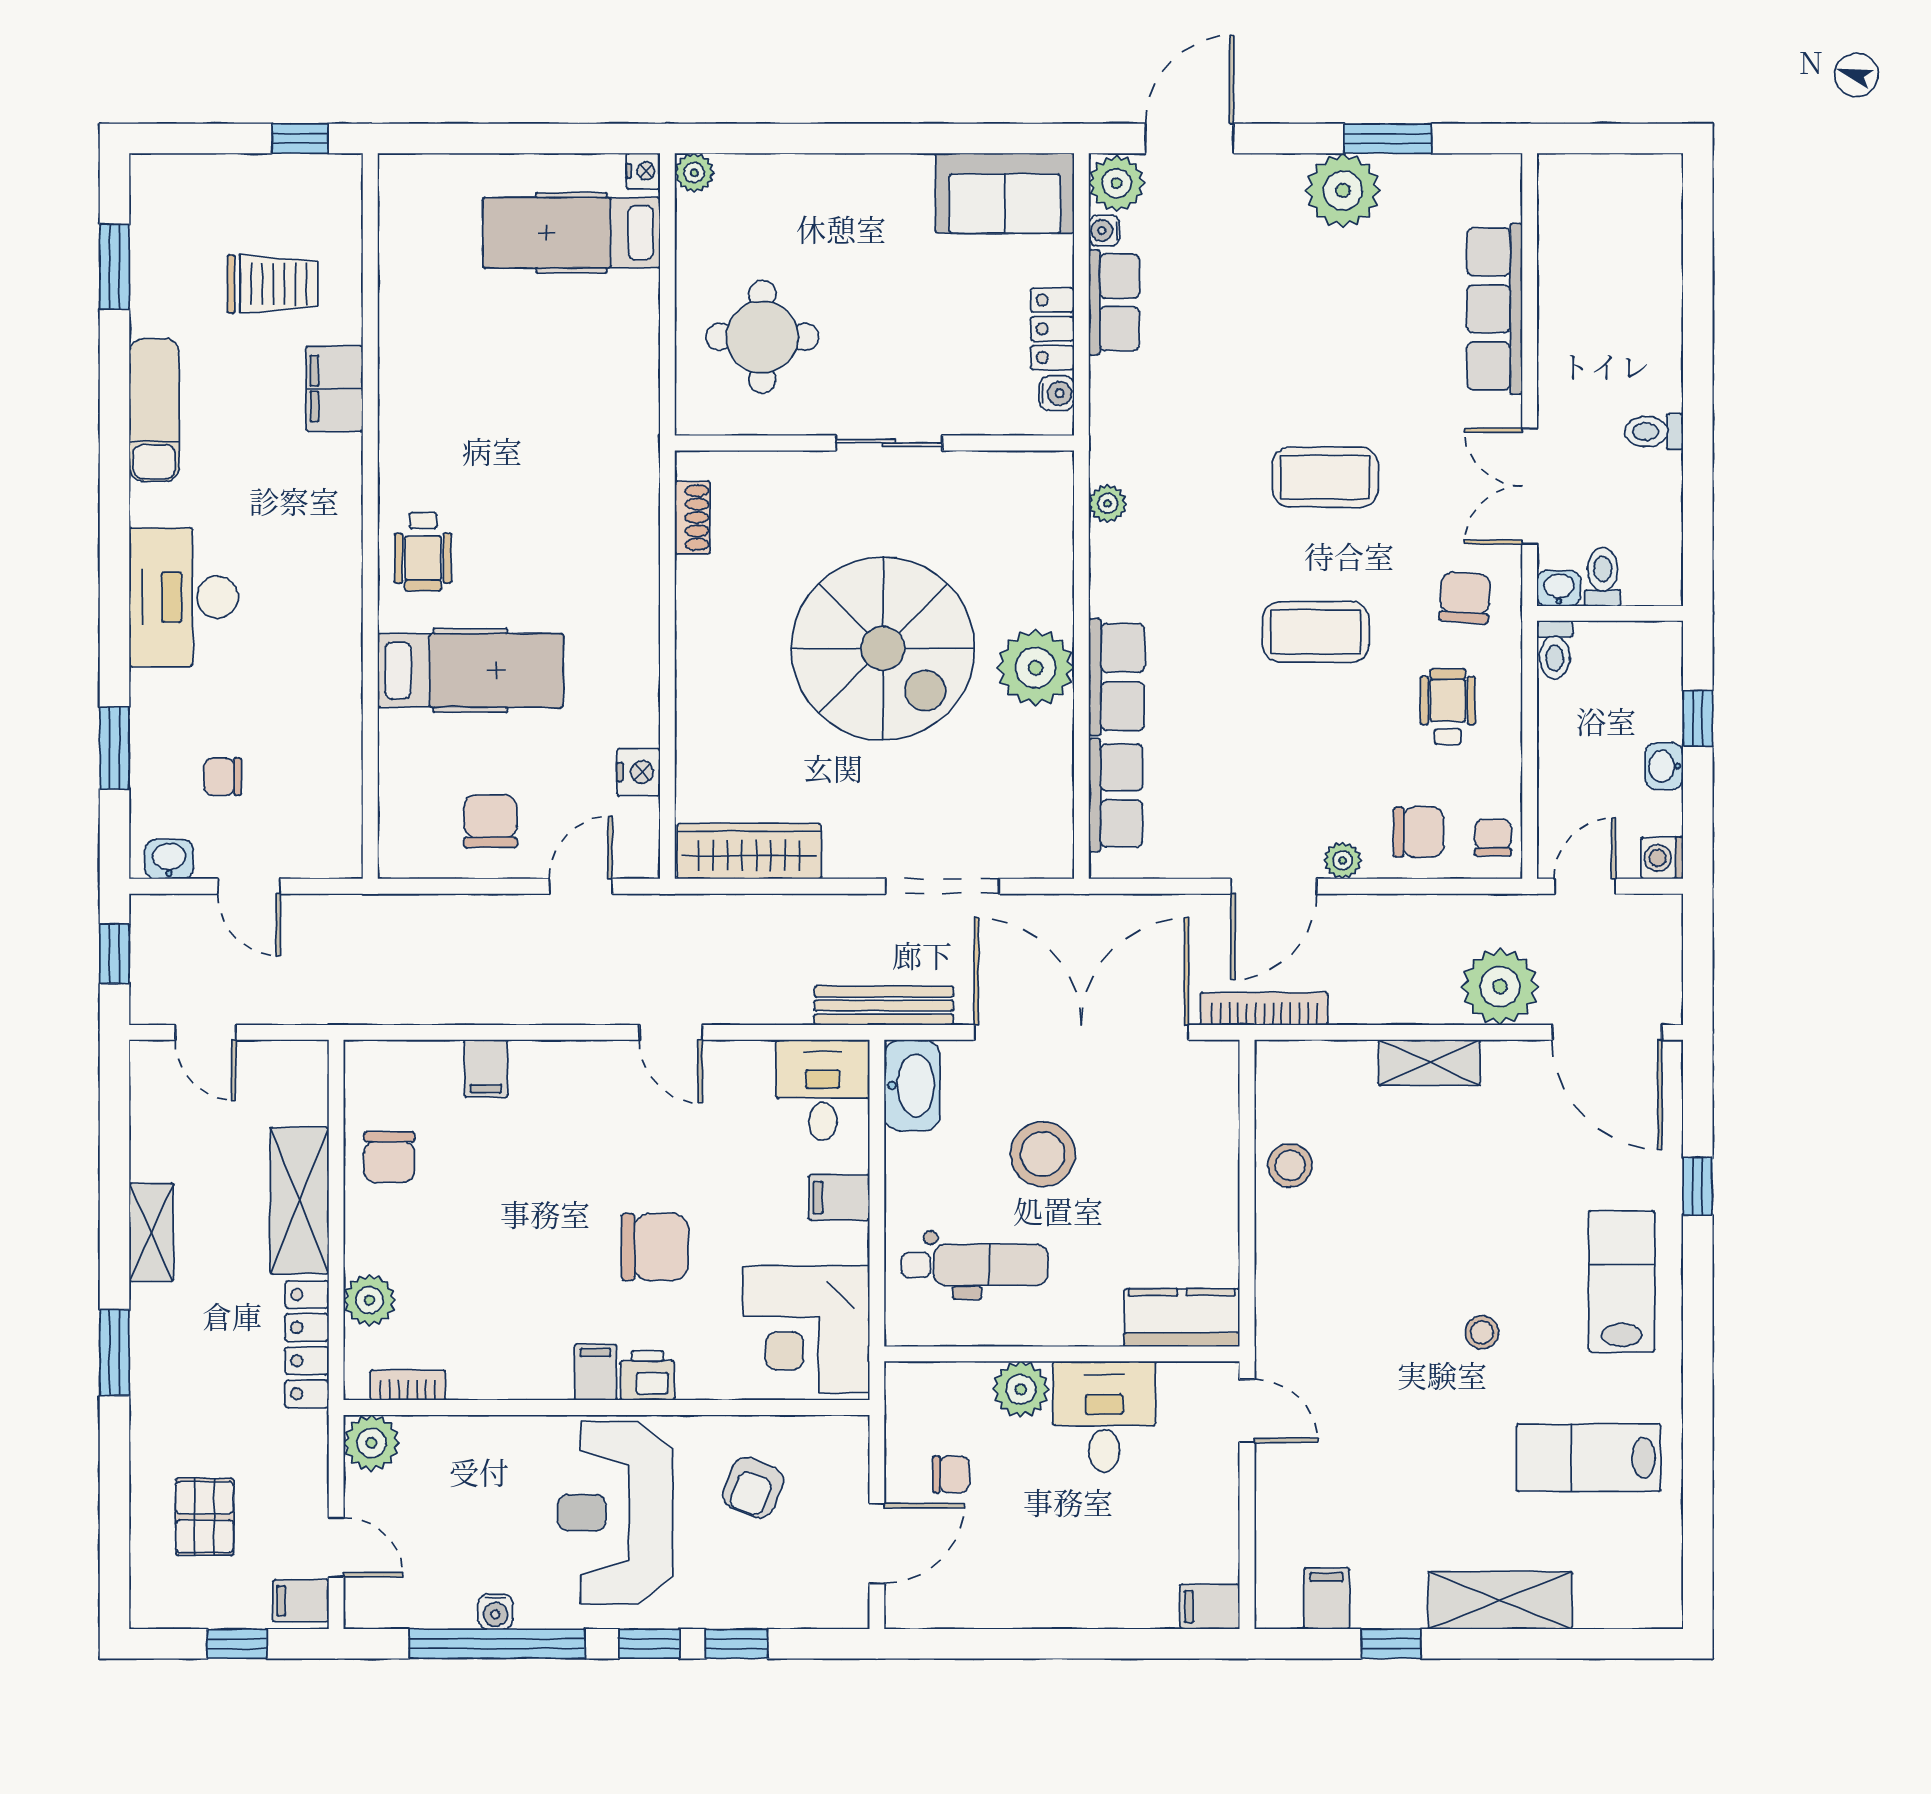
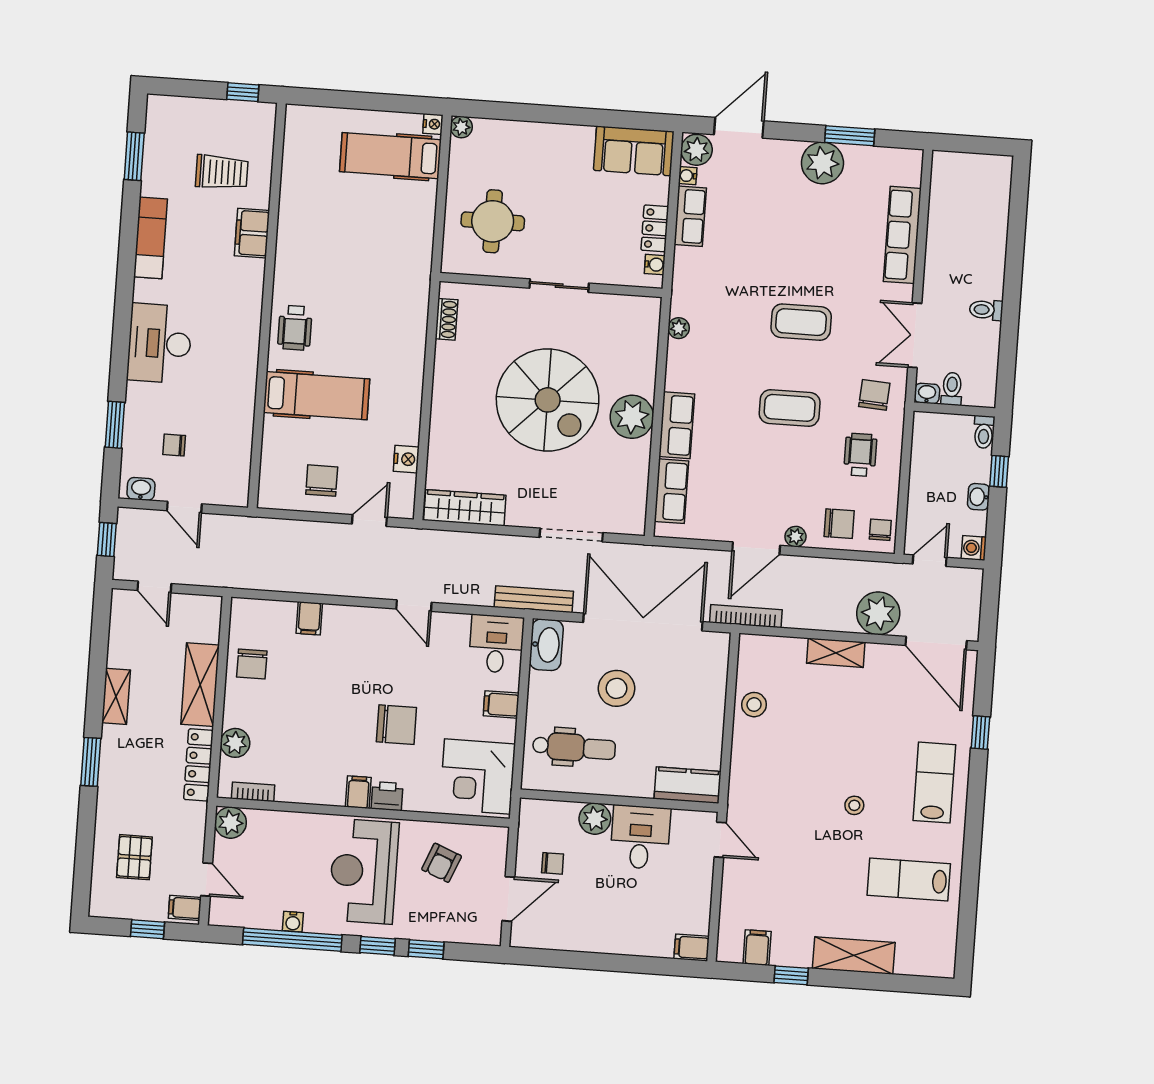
toilet: (1555, 650) -> (984, 432), moved

